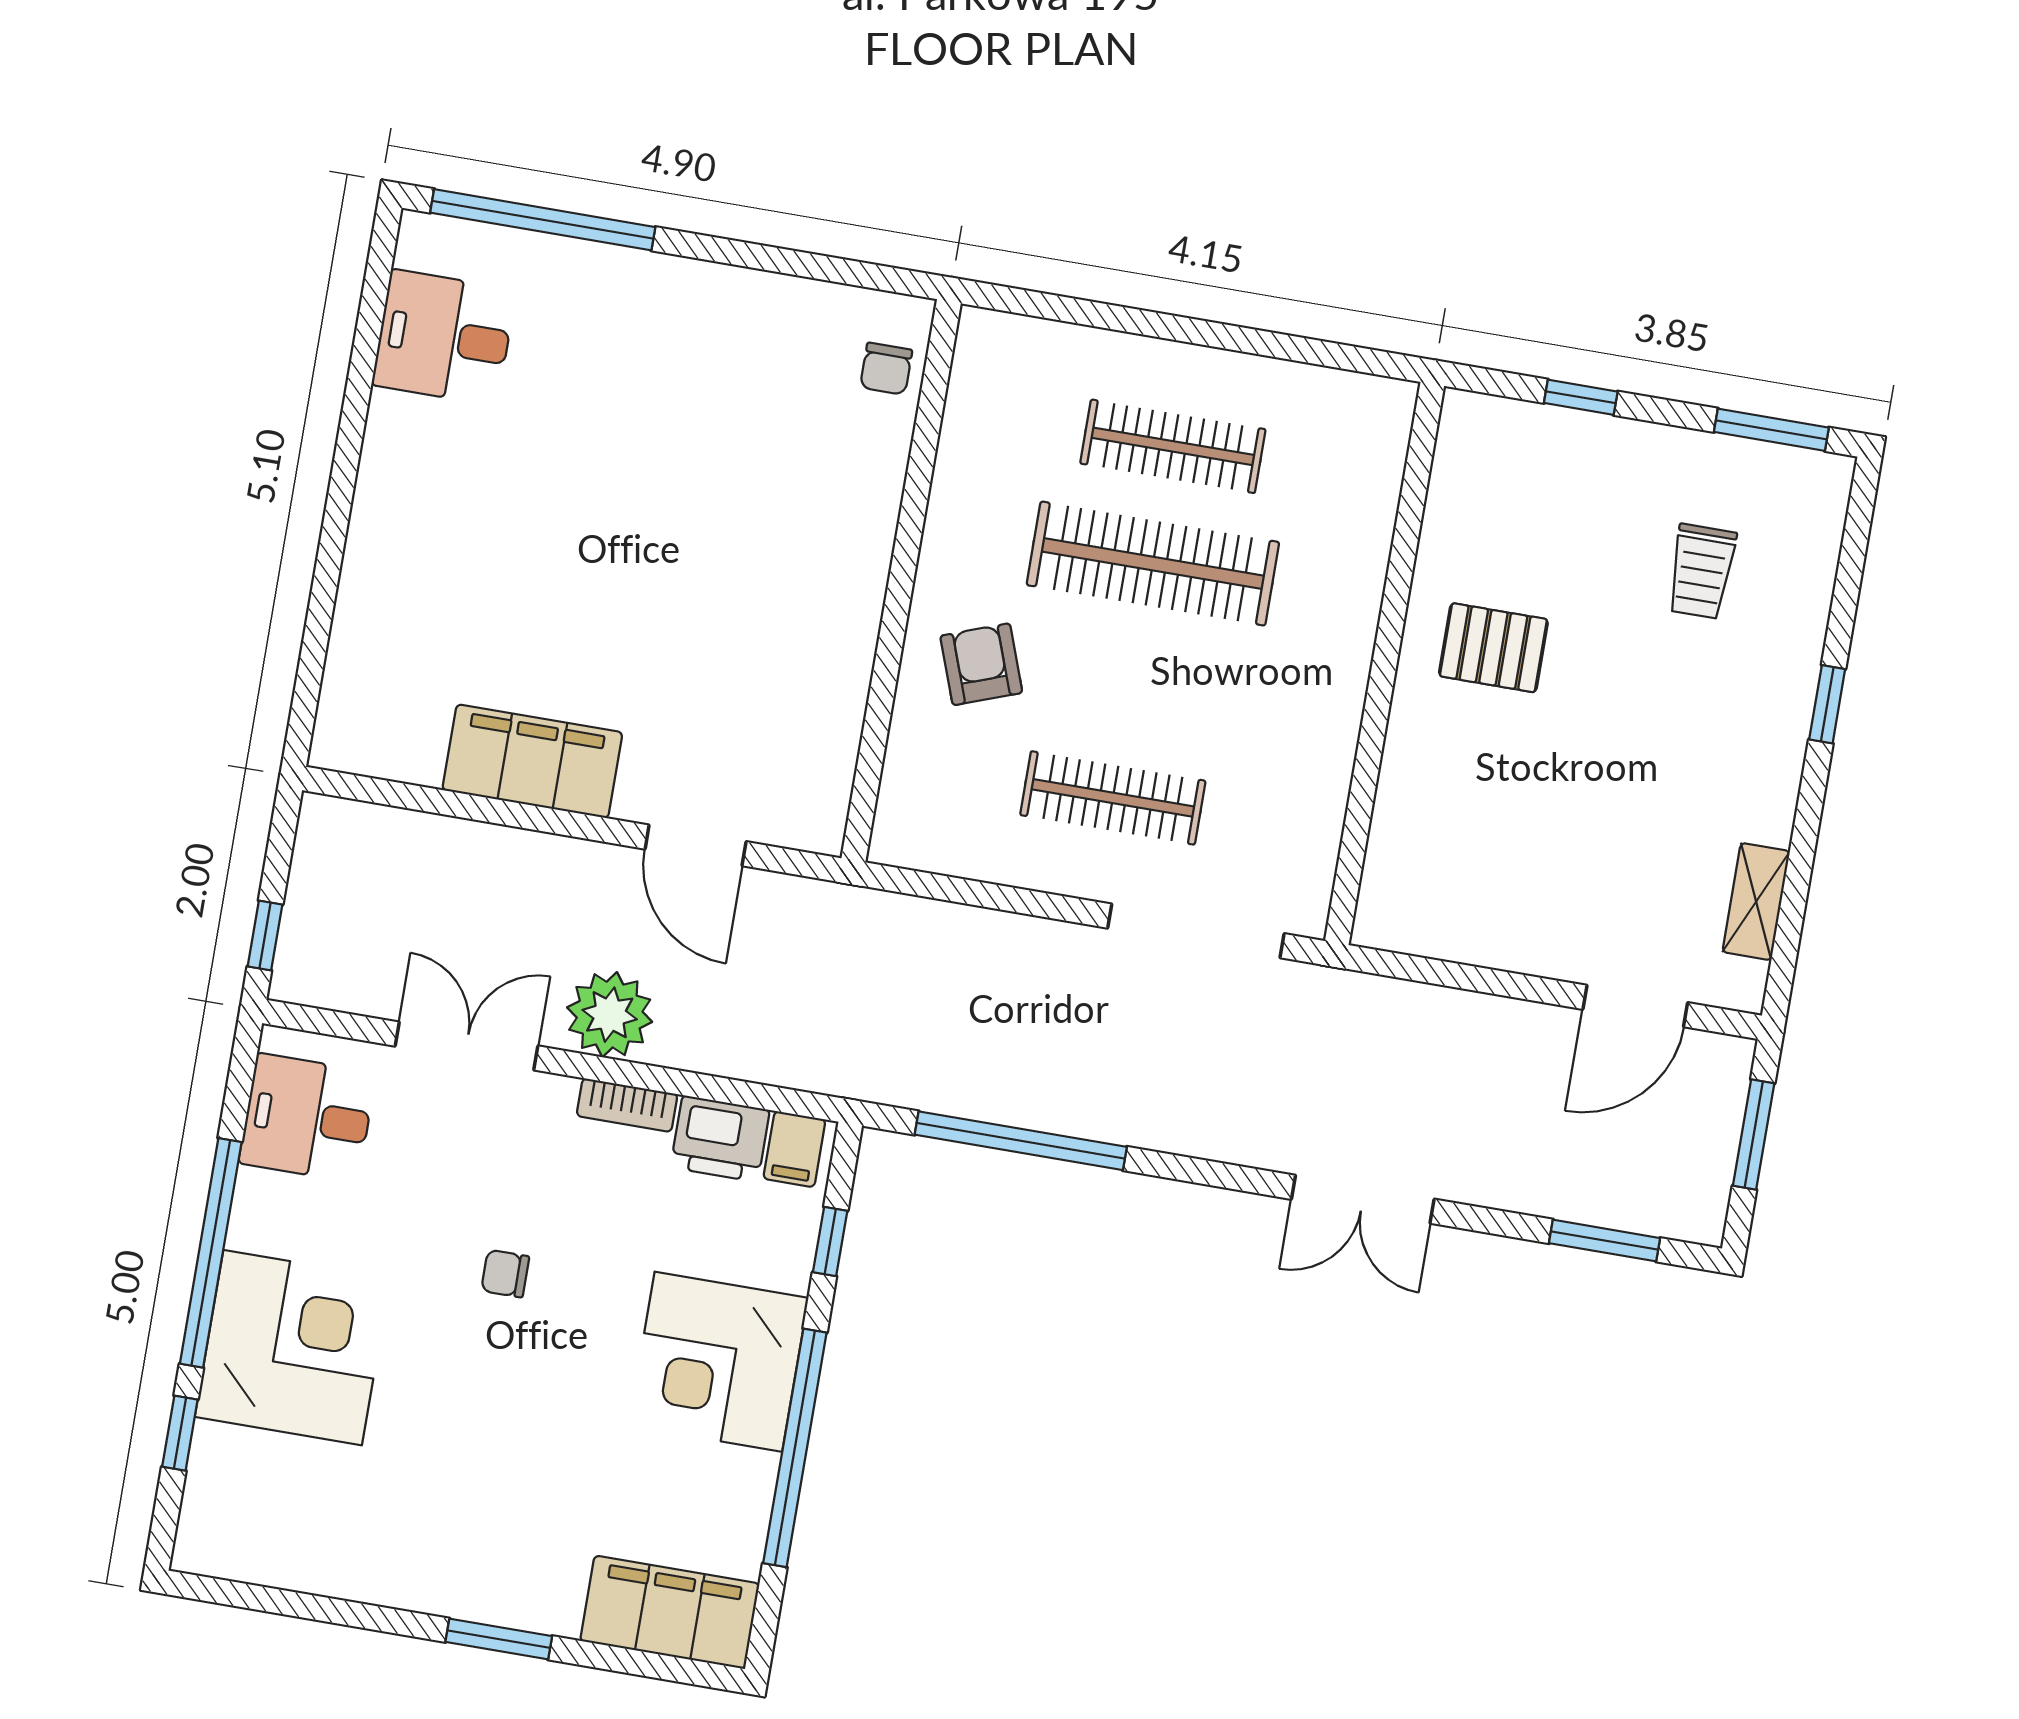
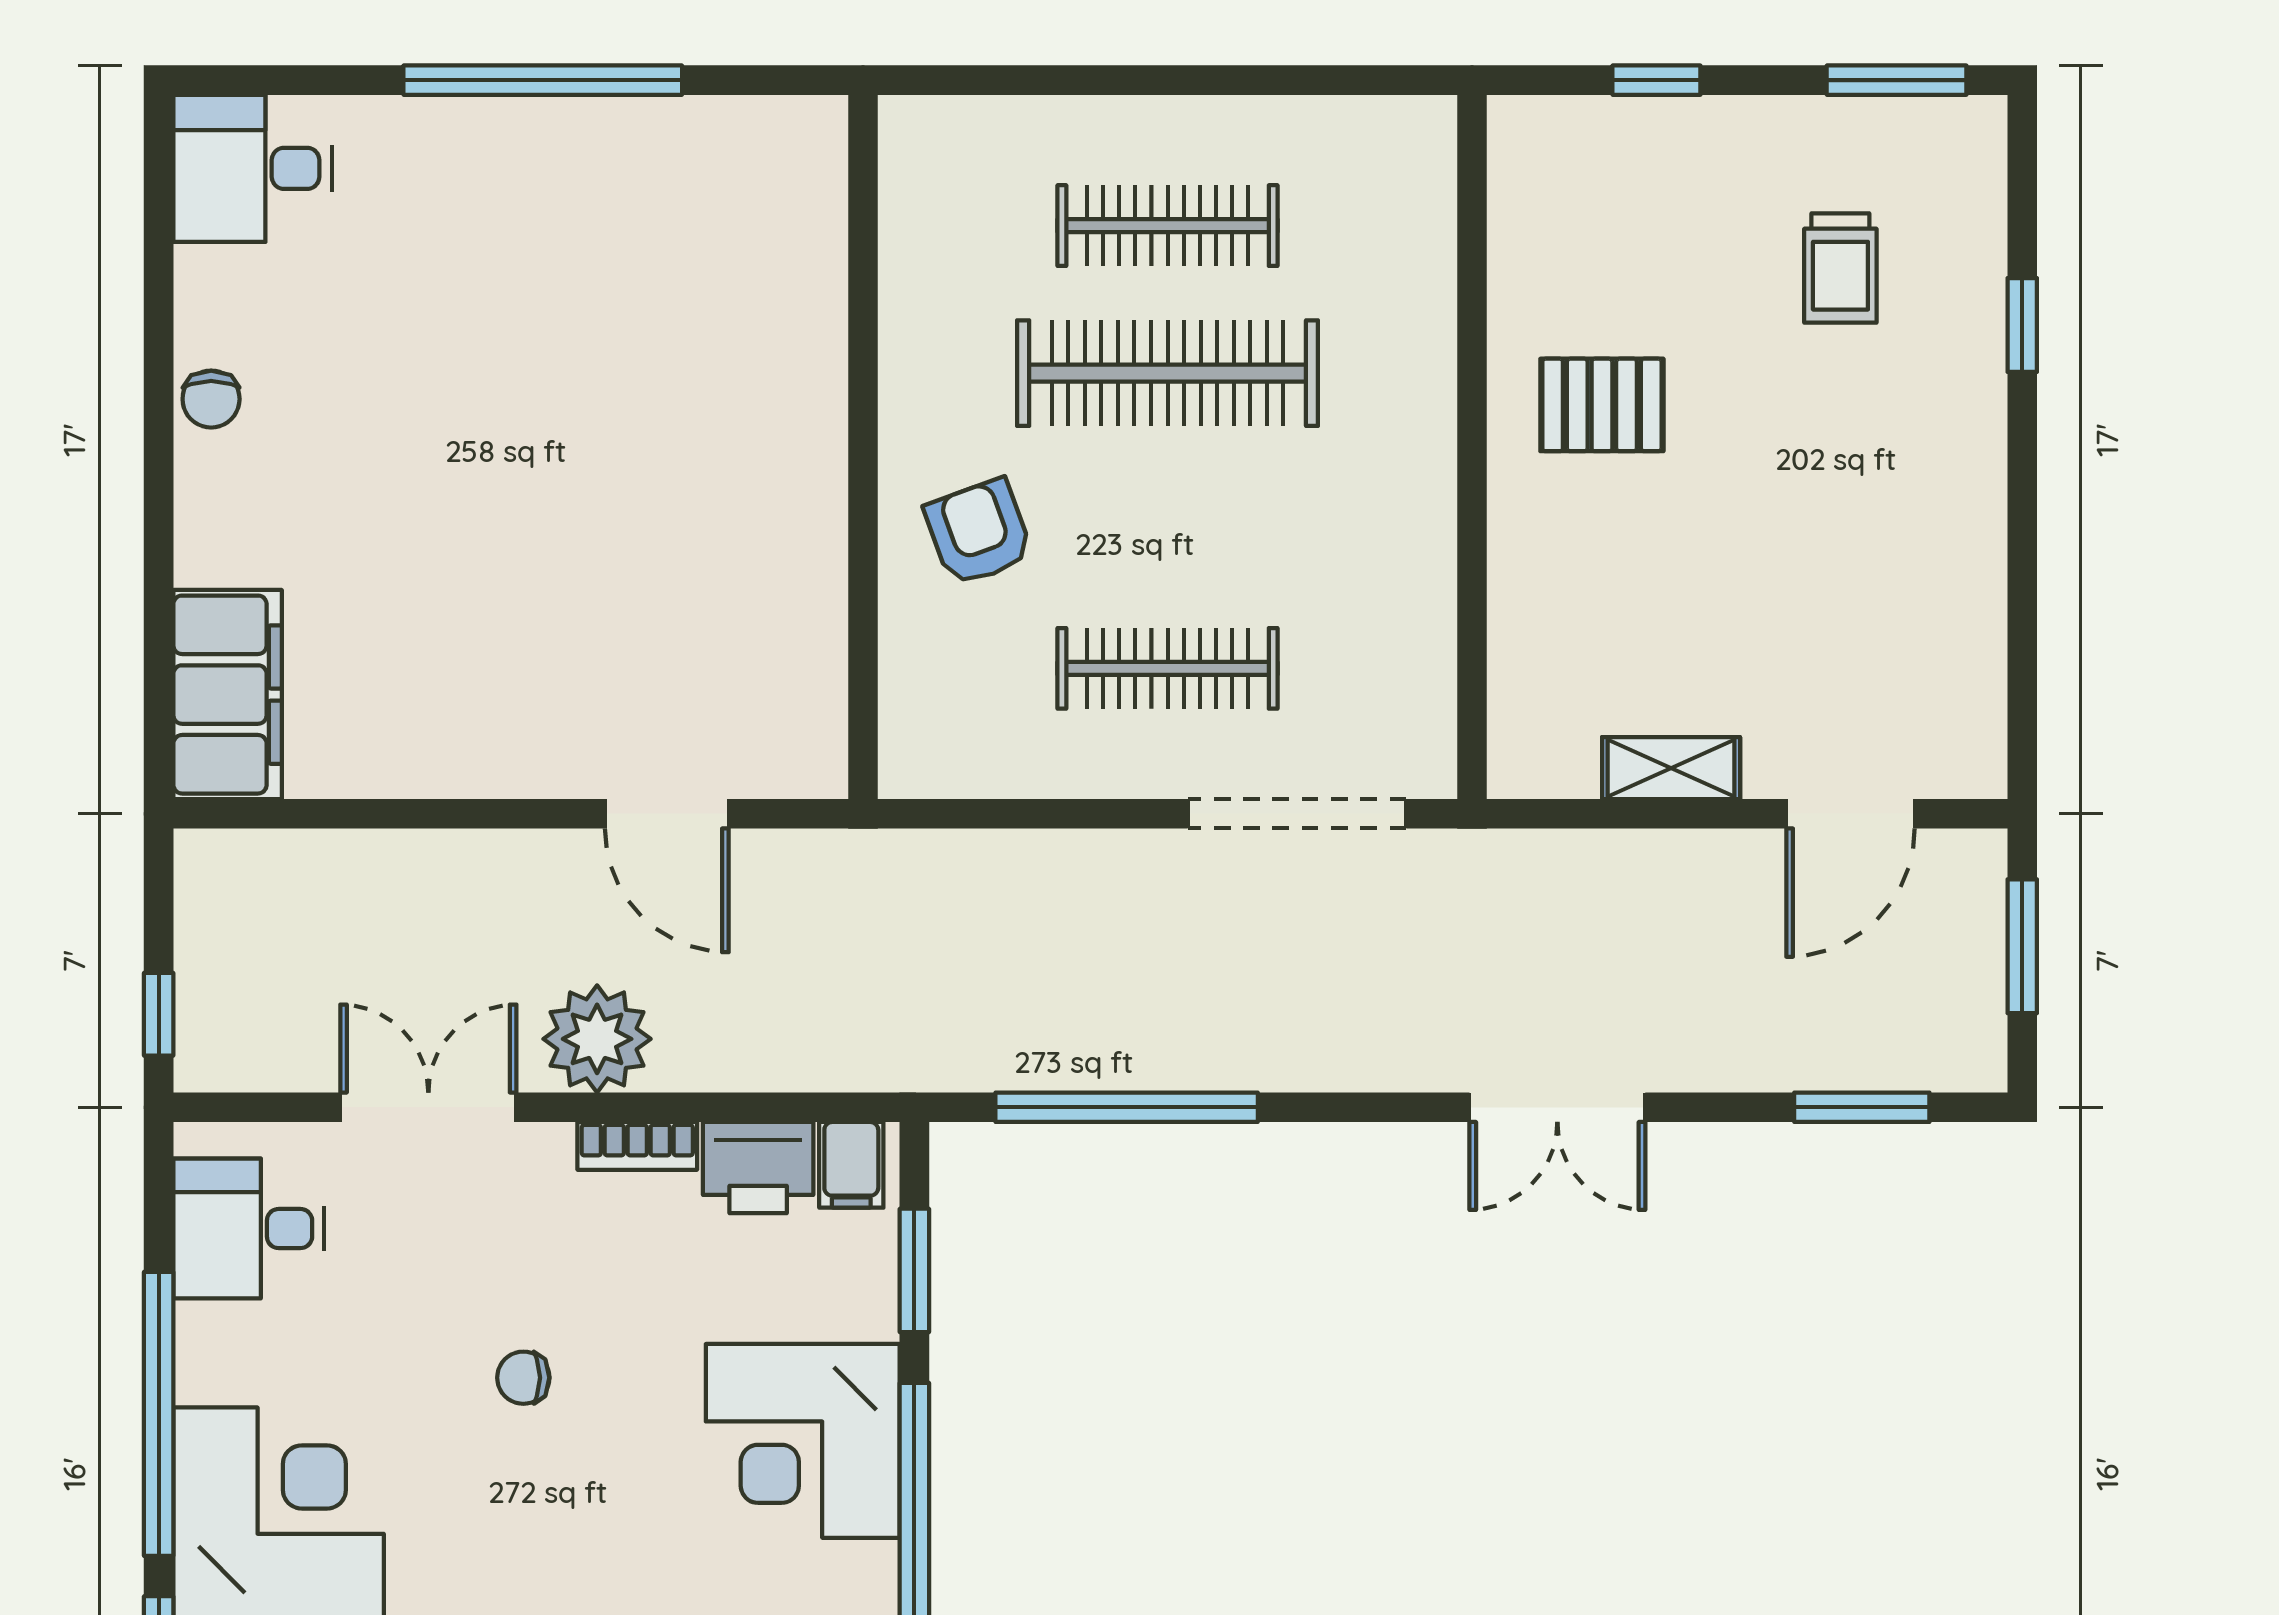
window: (543, 220) -> (543, 80), moved
desk: (444, 337) -> (253, 168), moved
chair: (886, 369) -> (211, 399), moved
window: (1827, 704) -> (2022, 325), moved
filing cabinet: (532, 761) -> (228, 695), moved, turned 90
shelving: (1756, 902) -> (1671, 768), moved, turned 90
window: (830, 1242) -> (914, 1270), width x1.50

